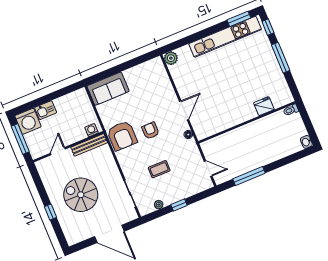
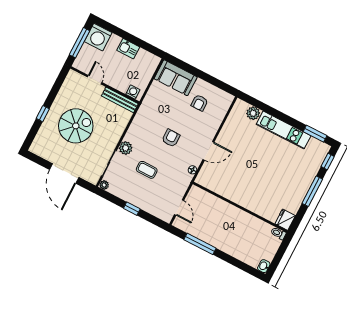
kitchen unit: (225, 37) -> (284, 130), width x0.73
plant: (171, 58) -> (253, 113), moved
fridge: (264, 106) -> (285, 220), moved, turned -90
kitchen sink: (46, 110) -> (128, 49), moved
armchair: (122, 136) -> (199, 103), moved, width x0.53, depth x0.53
door: (58, 151) -> (95, 80), hinge flipped
plant: (129, 171) -> (126, 148), added
spiral stairs: (81, 195) -> (76, 126), turned 90
plant: (159, 205) -> (104, 185), moved

